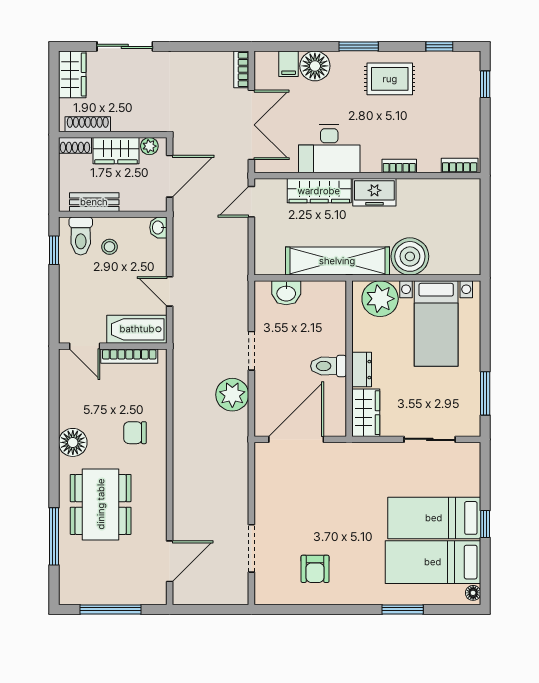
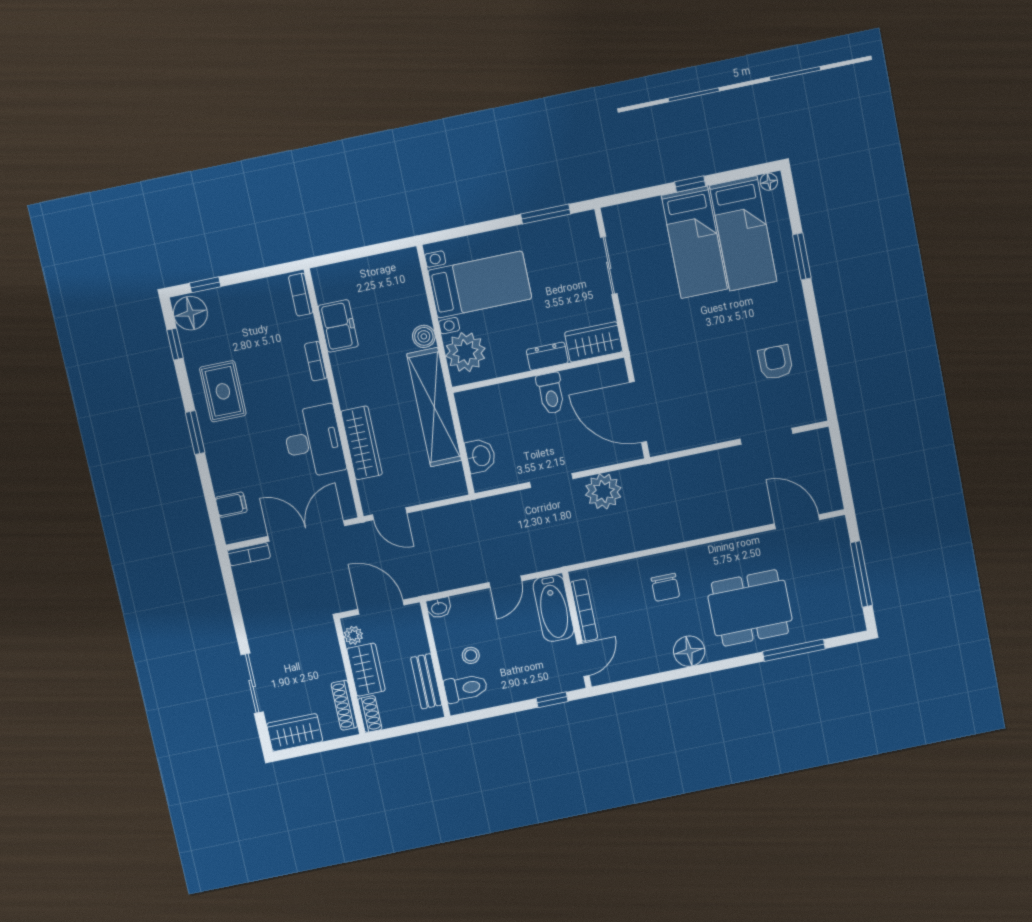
floor lamp: (315, 66) -> (190, 313), moved
freezer: (374, 192) -> (338, 326), moved
window: (54, 250) -> (552, 700), moved
boiler: (410, 256) -> (424, 336), width x0.54, depth x0.54
armchair: (315, 569) -> (775, 362), turned -90

